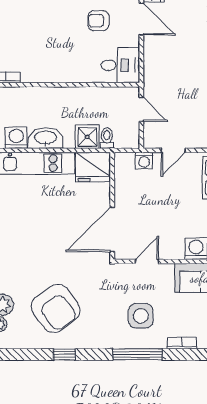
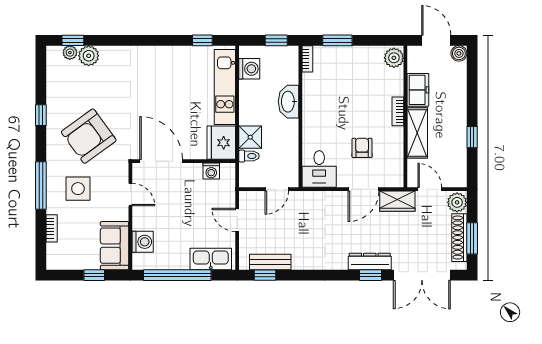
washbasin: (46, 138) -> (288, 102), moved, turned 180
washing machine: (144, 161) -> (211, 171), moved, turned -90
armchair: (56, 308) -> (89, 136), moved

